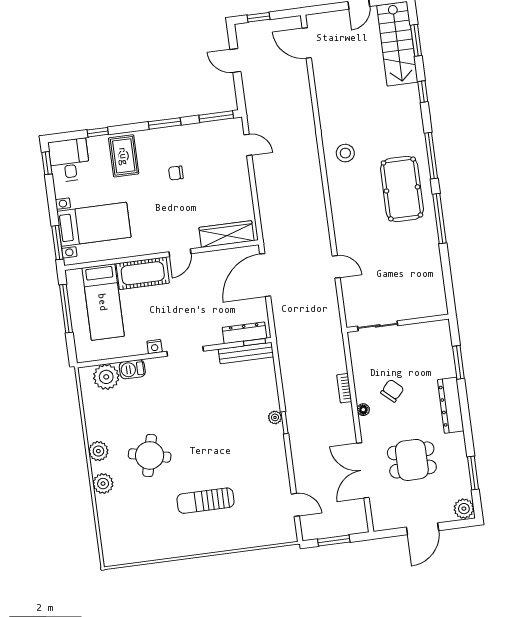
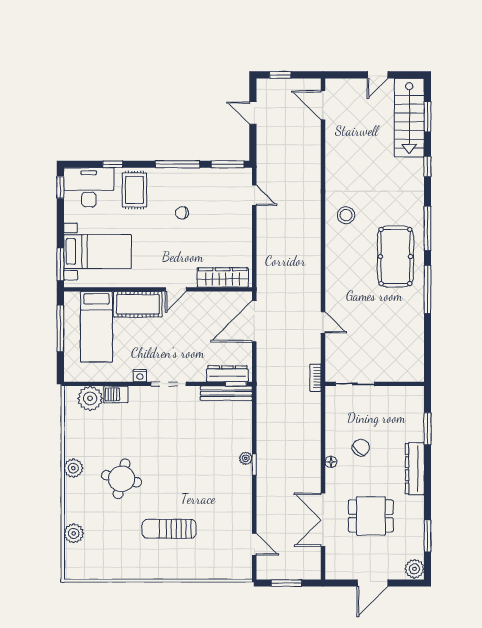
window: (165, 123) -> (178, 164), width x1.44
desk: (69, 160) -> (89, 187), width x1.37
bookcase: (344, 388) -> (315, 378), moved
plant: (103, 484) -> (74, 533), moved

